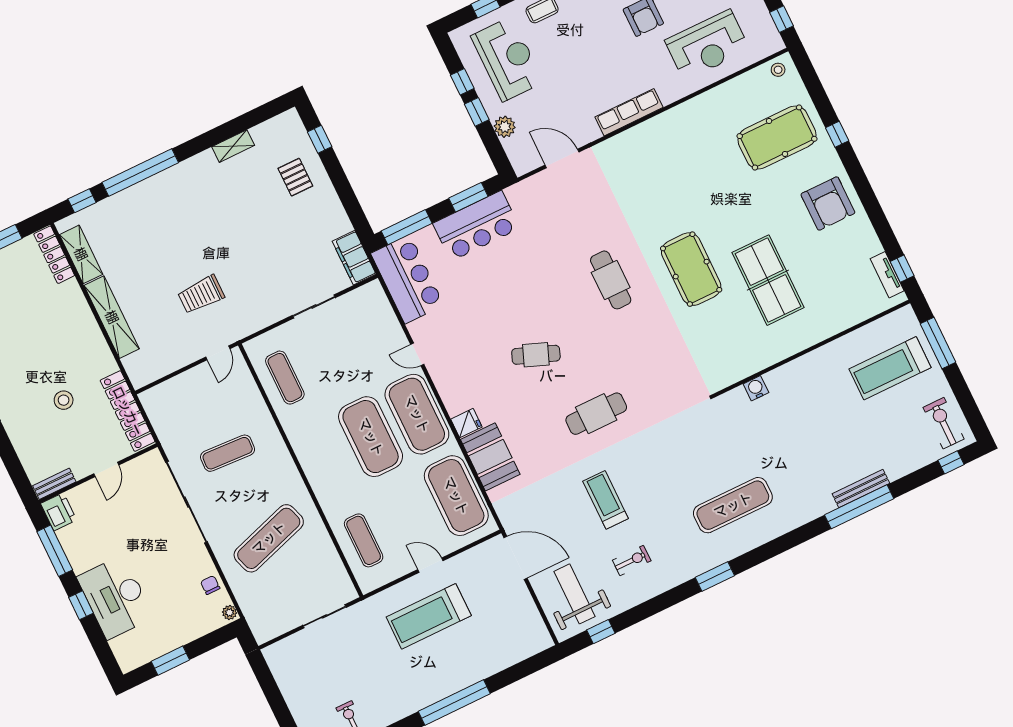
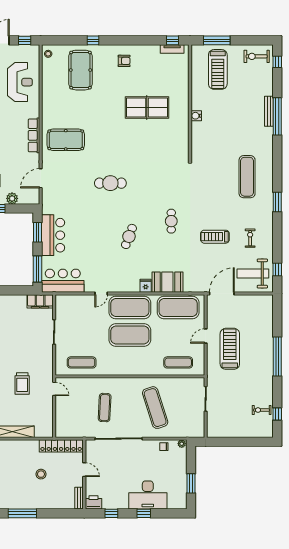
armchair: (828, 203) -> (124, 61), width x0.53, depth x0.53
pool table: (691, 269) -> (66, 140), moved
water cooler: (756, 388) -> (196, 116), moved
cafe table: (596, 414) -> (171, 221), width x0.73, depth x0.74
window: (55, 551) -> (111, 513), width x0.46
treadmill: (429, 616) -> (230, 349), turned 180

